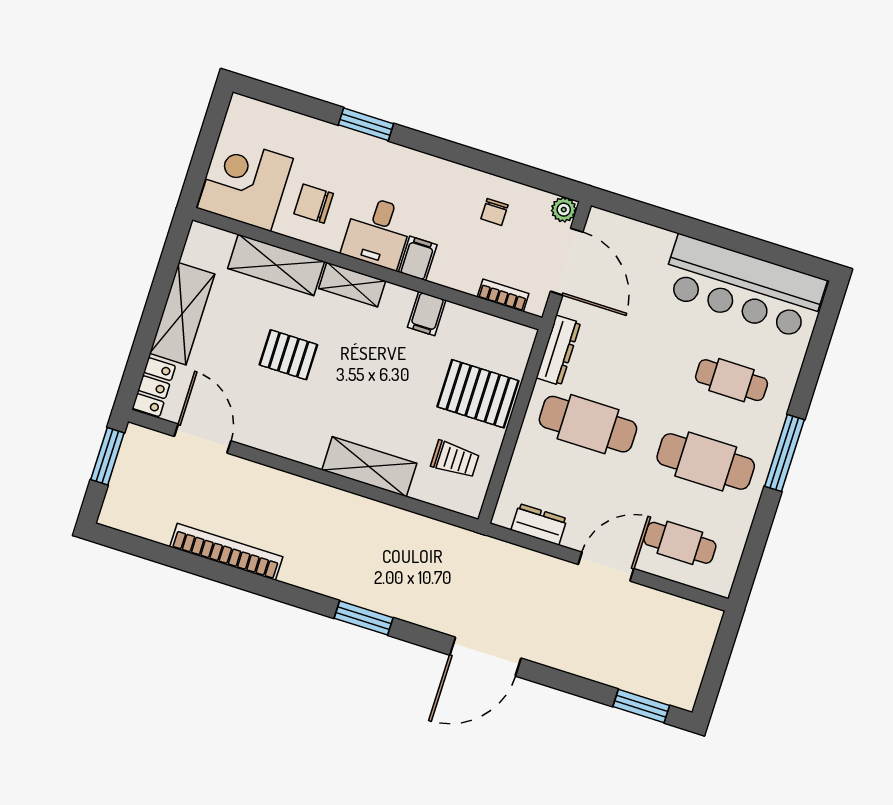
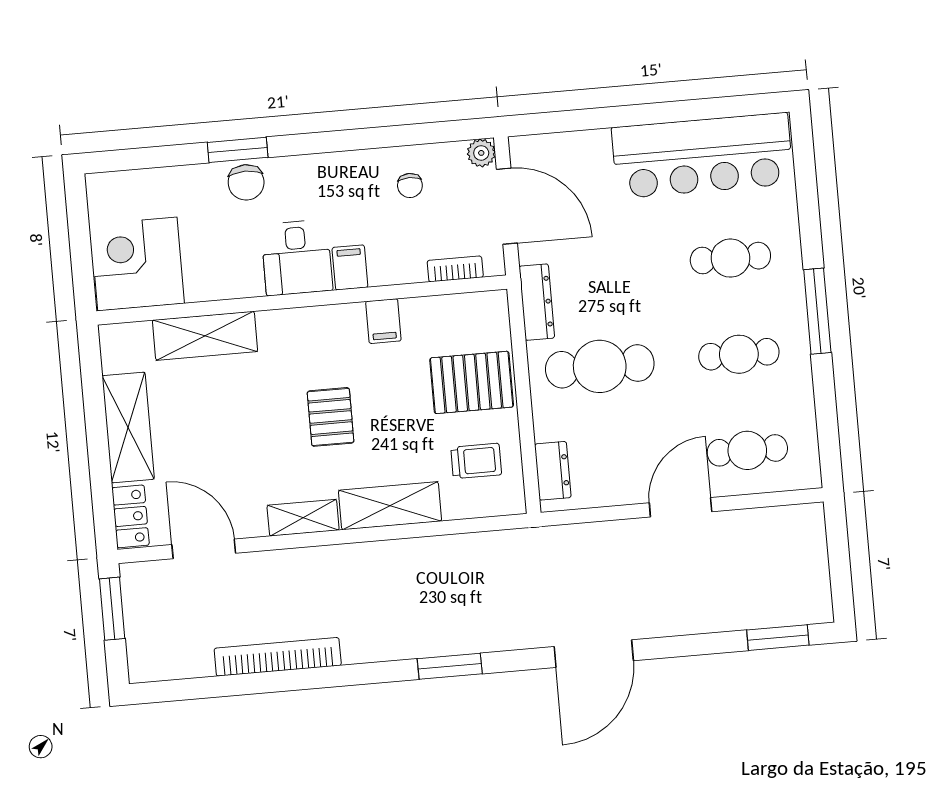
chair: (314, 204) -> (246, 182), moved, turned -90
shelving: (352, 285) -> (303, 518), moved
pallet: (288, 355) -> (331, 417), moved, turned 90
cafe table: (706, 461) -> (739, 354), width x0.73, depth x0.74
dresser: (539, 524) -> (553, 471), moved, turned 90

